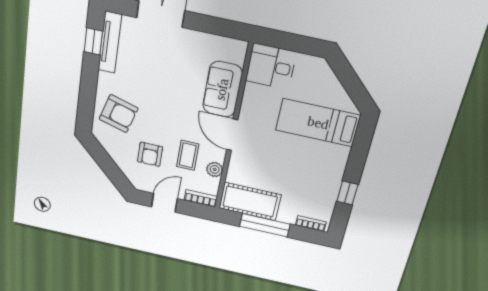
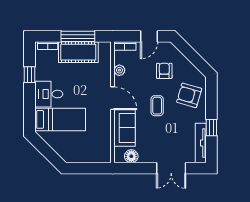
window: (93, 41) -> (211, 128), moved
floor lamp: (220, 46) -> (131, 156), added
desk: (271, 66) -> (49, 94), moved, turned 180
coffee table: (188, 155) -> (157, 106), moved
cot: (250, 201) -> (78, 52), moved

